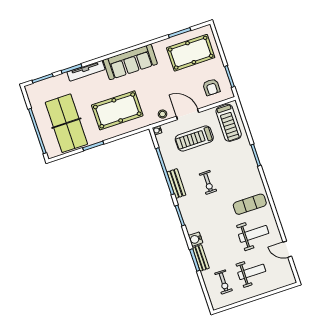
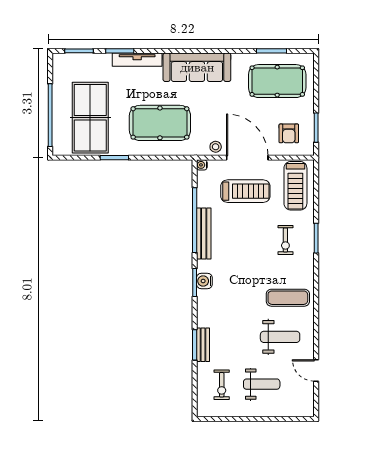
door: (188, 114) -> (247, 158), width x1.36
treadmill: (194, 139) -> (245, 191), turned 180
exercise bike: (208, 182) -> (285, 240), moved
bench: (176, 183) -> (204, 234), width x1.36
water cooler: (195, 239) -> (204, 281), moved

